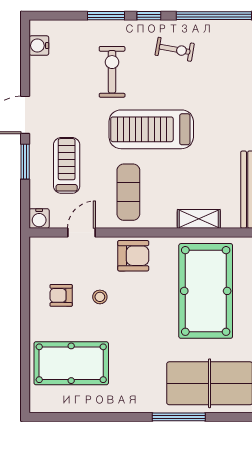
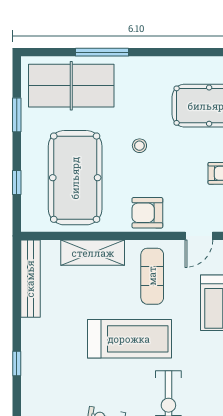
shelving: (199, 219) -> (93, 253), width x1.50, depth x1.33
stool: (100, 297) -> (139, 146), moved

